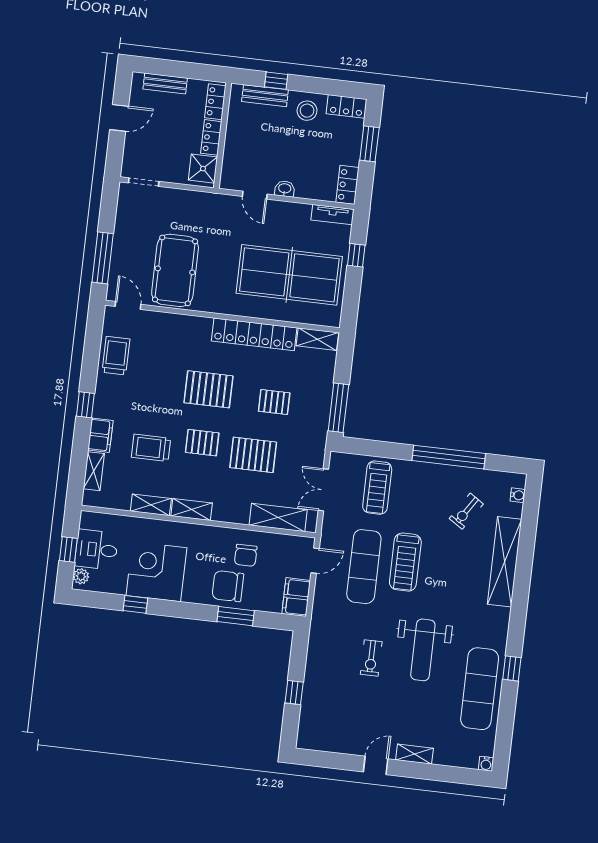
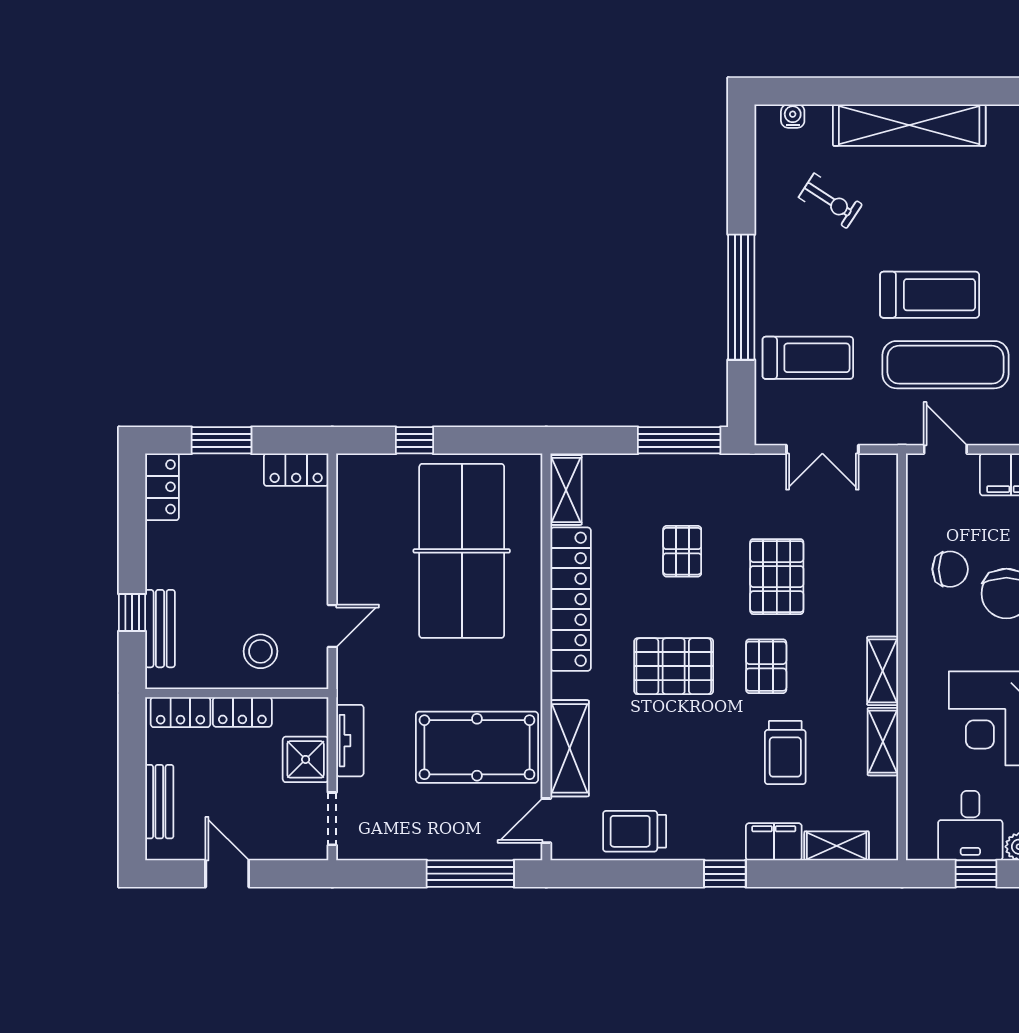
stool: (307, 111) -> (260, 651), moved
shower: (203, 169) -> (306, 759), moved
washbasin: (285, 189) -> (315, 576), removed
tv unit: (332, 215) -> (350, 741), moved
pallet: (208, 389) -> (674, 666), turned 90
window: (449, 457) -> (741, 297), moved
shelving: (278, 517) -> (570, 748), moved

